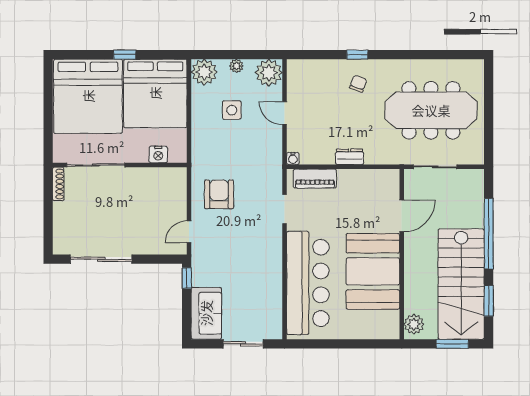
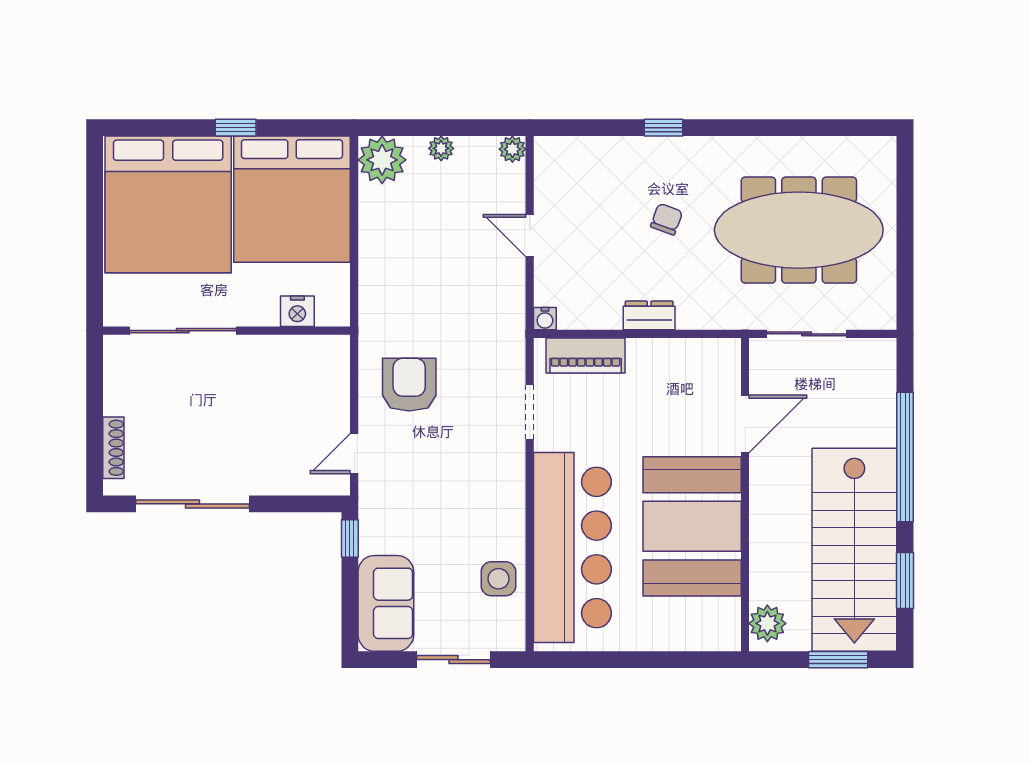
plant: (269, 73) -> (512, 149), width x0.53, depth x0.53
chair: (358, 84) -> (666, 219), moved
side table: (232, 110) -> (498, 579), moved
shoe rack: (58, 184) -> (113, 448), moved

